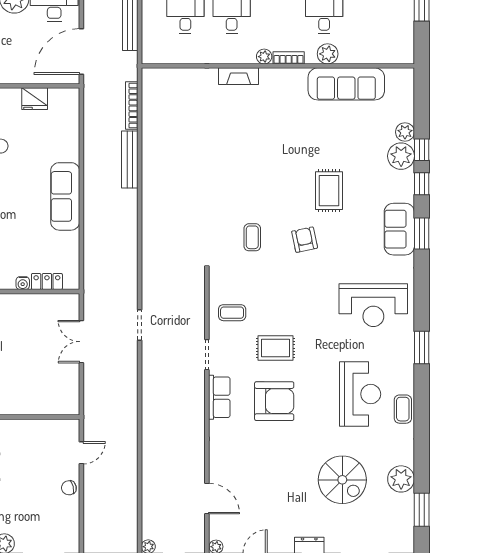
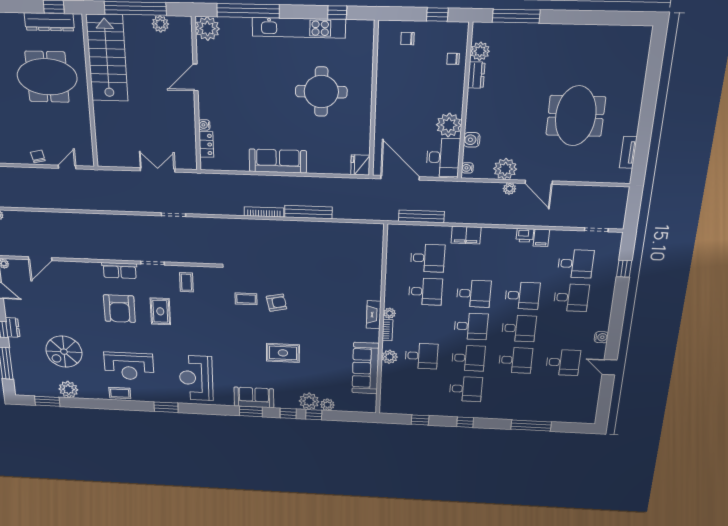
fireplace: (239, 76) -> (374, 315), moved
fridge: (35, 99) -> (360, 165), moved
bookcase: (132, 106) -> (264, 212), moved
armchair: (305, 240) -> (277, 303), moved
door: (81, 453) -> (67, 167), swing flipped

